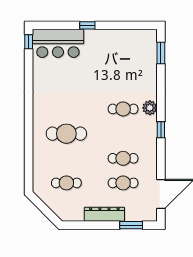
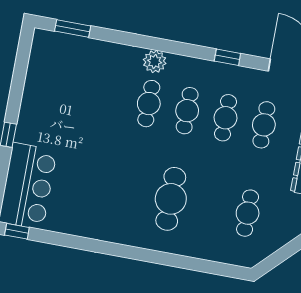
window: (161, 130) -> (227, 57), moved
cafe table: (123, 134) -> (187, 111), added

